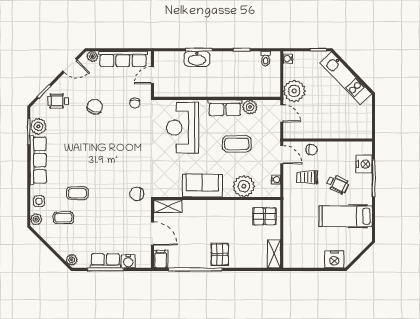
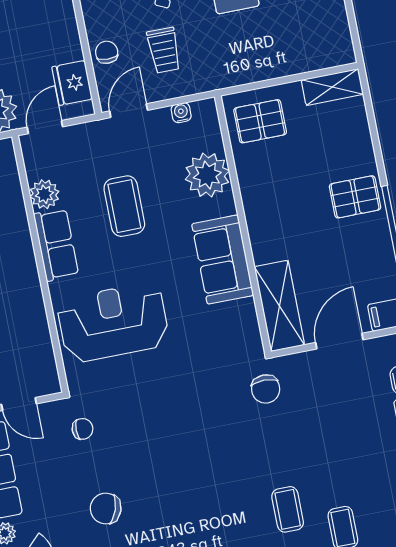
reception desk: (183, 128) -> (113, 322), turned 180
fridge: (300, 130) -> (72, 83), added
shelving: (168, 206) -> (279, 306), width x1.50, depth x1.33
pallet: (264, 216) -> (260, 121), turned 90

